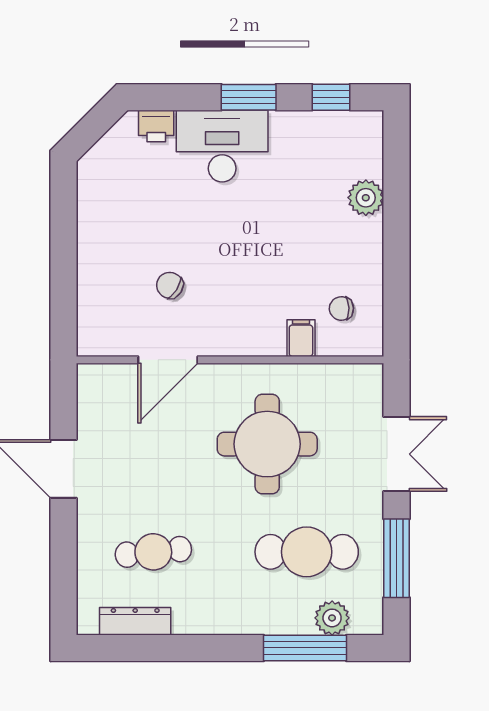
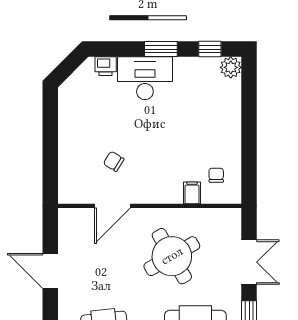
plant: (366, 198) -> (231, 67), moved
chair: (341, 308) -> (216, 175), turned 92
round table: (267, 444) -> (172, 256), turned -30

